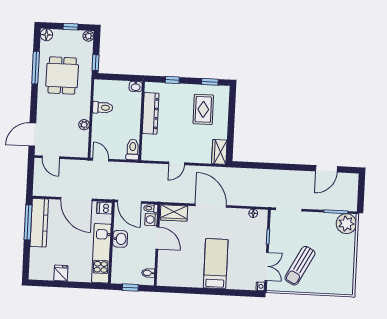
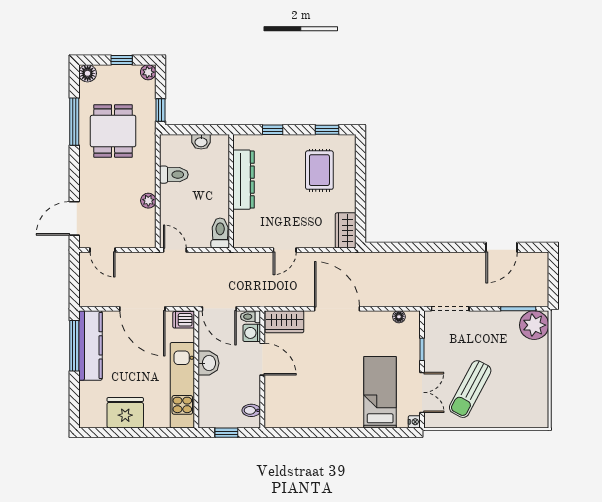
washbasin: (136, 86) -> (201, 142), moved
bed: (216, 264) -> (380, 392), moved
fridge: (61, 273) -> (125, 413), width x1.88, depth x1.34

